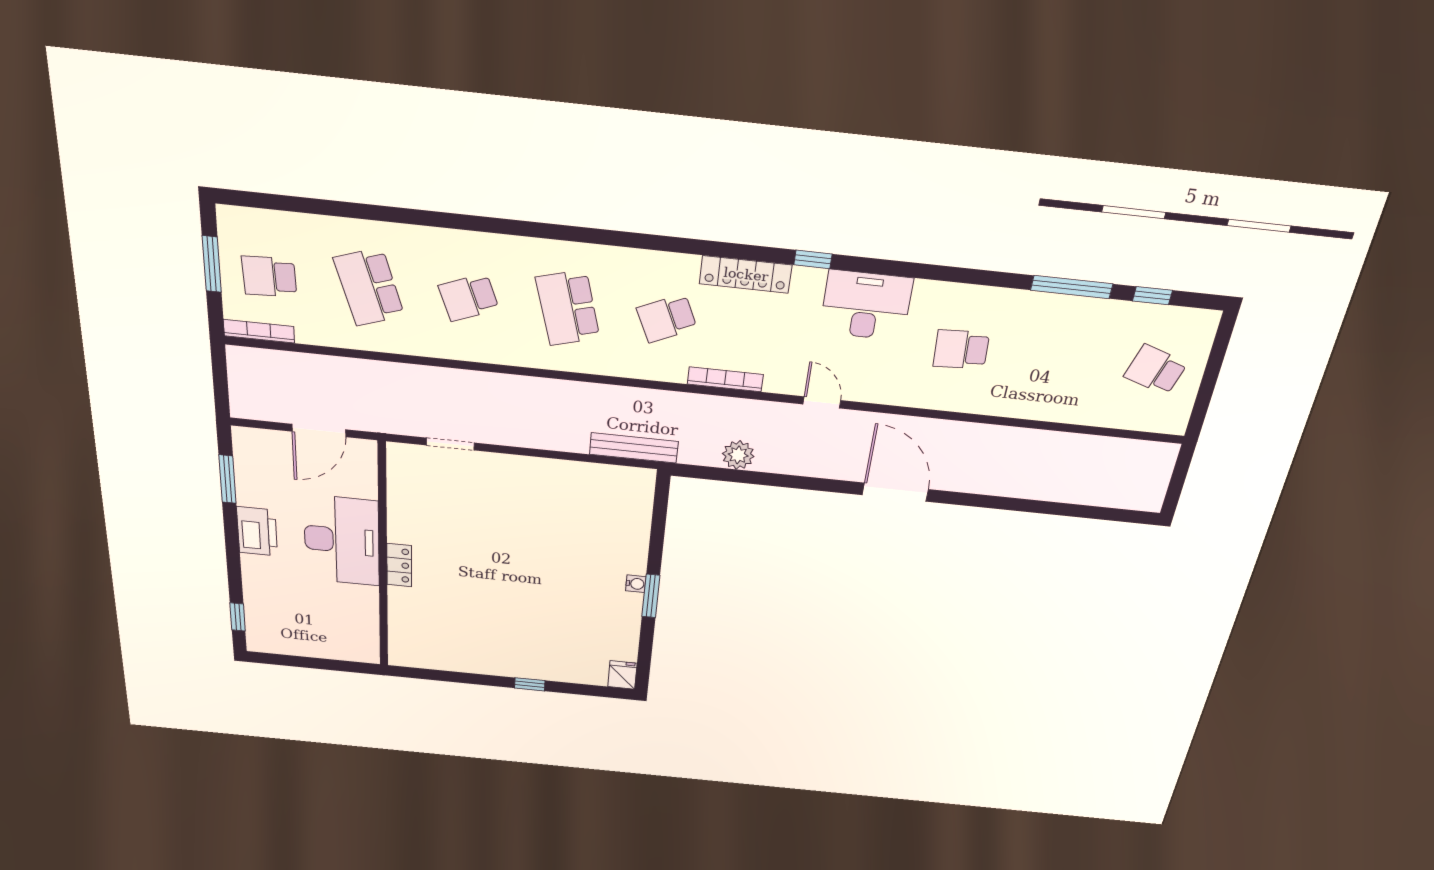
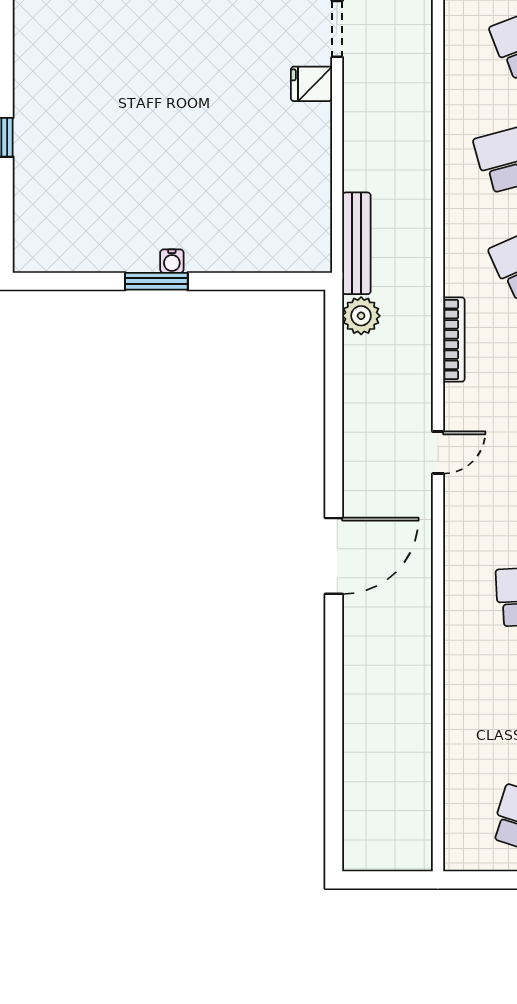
plant: (738, 455) -> (361, 316), moved
fridge: (622, 675) -> (311, 84), moved, turned 180

